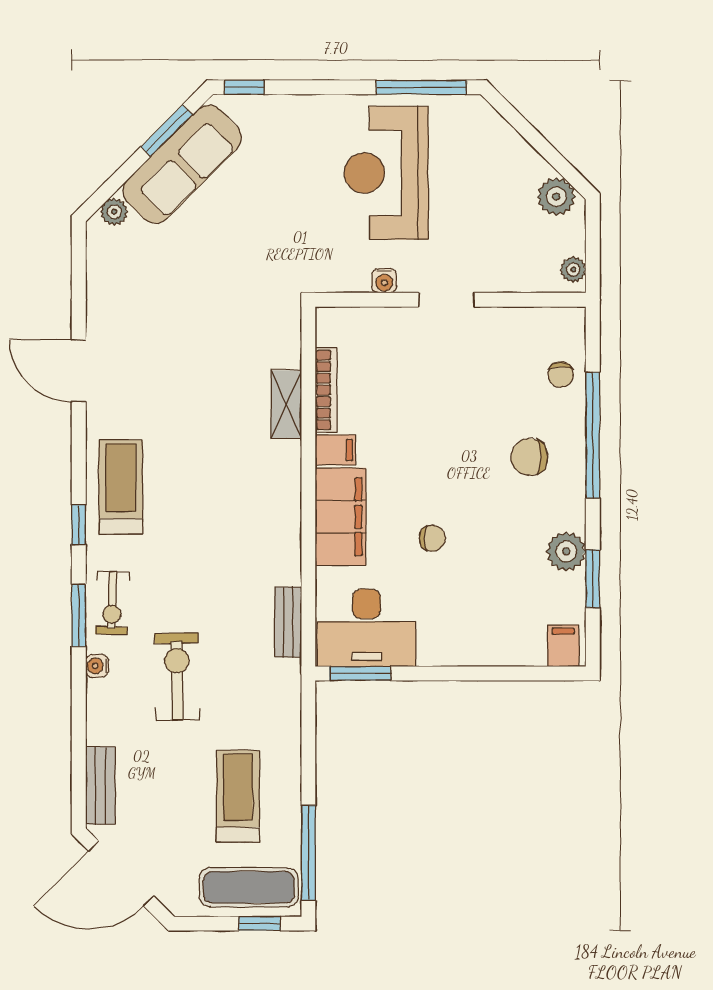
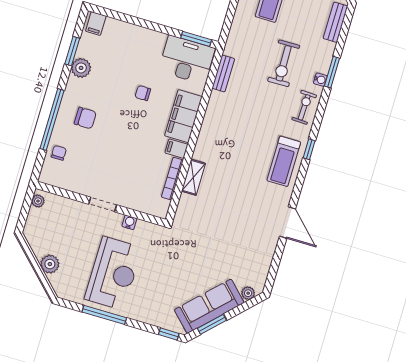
window: (421, 87) -> (104, 315), moved
plant: (556, 197) -> (50, 264), moved
window: (79, 615) -> (332, 72), moved

